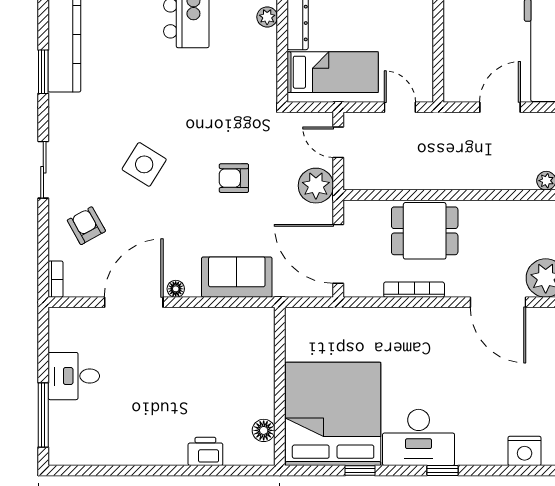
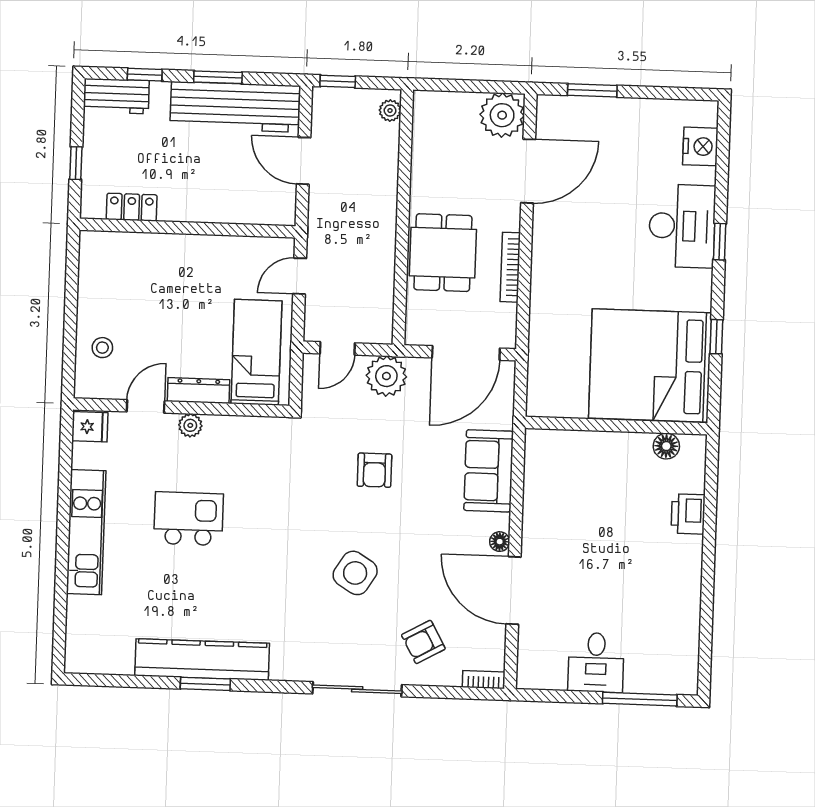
window: (43, 72) -> (205, 684), moved
sliding door: (43, 170) -> (357, 689), width x1.37
desk: (419, 437) -> (682, 226), moved

